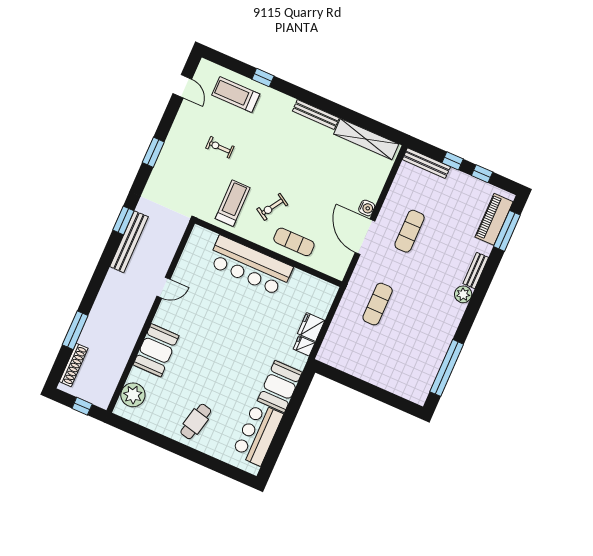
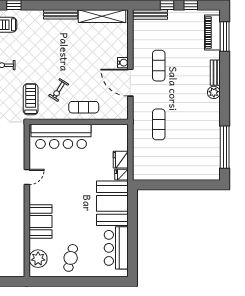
door: (164, 288) -> (27, 177), moved
wall: (151, 317) -> (27, 201), moved
booth: (156, 350) -> (40, 222), moved
booth: (280, 386) -> (112, 203), width x1.36, depth x1.42
plant: (133, 395) -> (38, 259), moved

